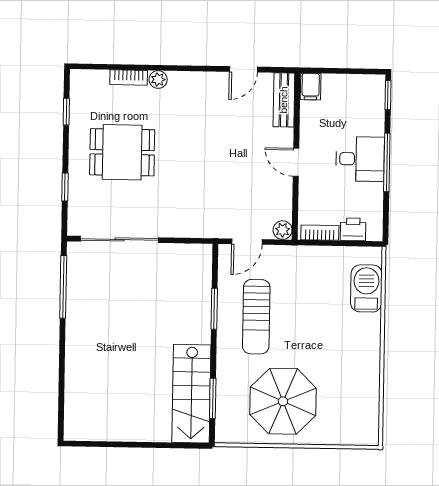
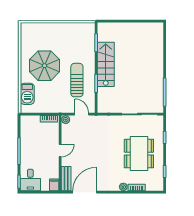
door: (243, 69) -> (85, 192), width x1.87
dining table: (122, 152) -> (139, 154), width x1.38
desk: (360, 159) -> (30, 180), moved, turned -90
door: (296, 162) -> (60, 150), hinge flipped
printer: (353, 229) -> (34, 120), removed
door: (247, 242) -> (82, 114), hinge flipped
stairs: (191, 394) -> (106, 64), moved
parasol: (283, 401) -> (44, 66), moved

